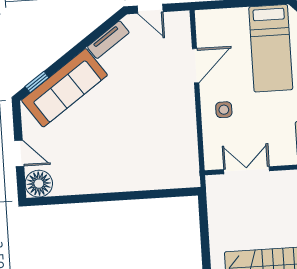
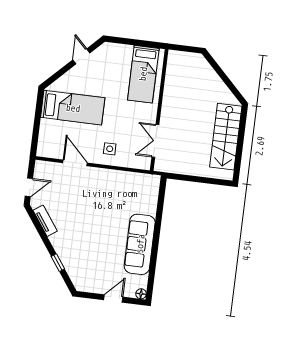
window: (37, 82) -> (58, 263), moved
sofa: (64, 88) -> (140, 244), moved, turned -145
floor lamp: (39, 184) -> (141, 294), width x0.53, depth x0.53

